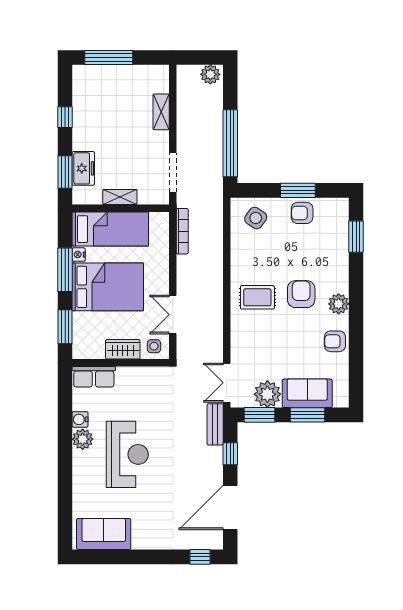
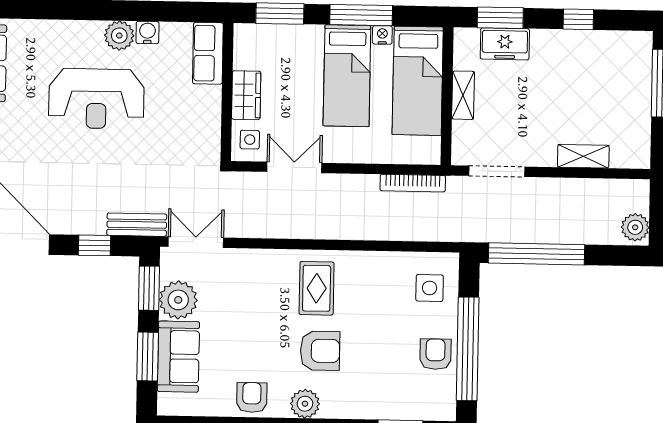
window: (298, 190) -> (468, 349), width x2.11
side table: (256, 218) -> (430, 288), turned -35
bed: (108, 287) -> (347, 76), width x0.67

